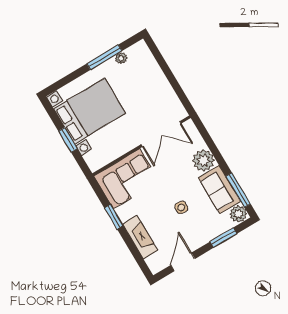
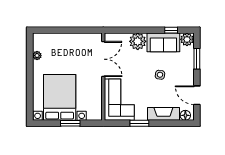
window: (104, 57) -> (30, 66), removed
window: (238, 190) -> (171, 30), width x0.46
floor lamp: (153, 262) -> (185, 115), added

